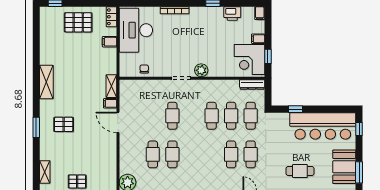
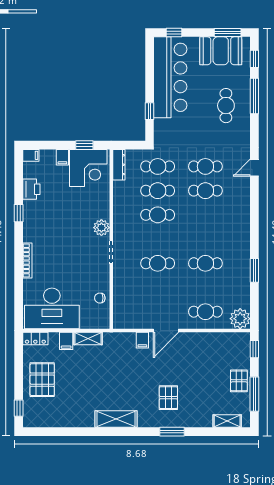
shelving: (111, 86) -> (88, 339), moved
cafe table: (153, 154) -> (205, 312), moved

